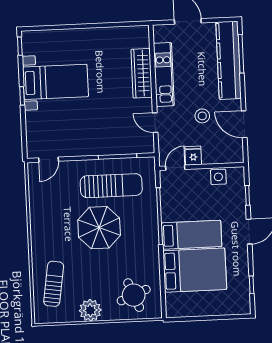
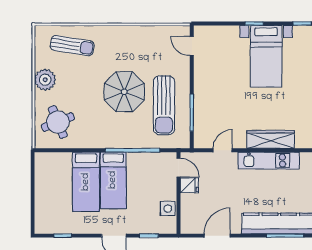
stool: (202, 116) -> (227, 196), removed
bed: (195, 270) -> (86, 182), width x0.67

